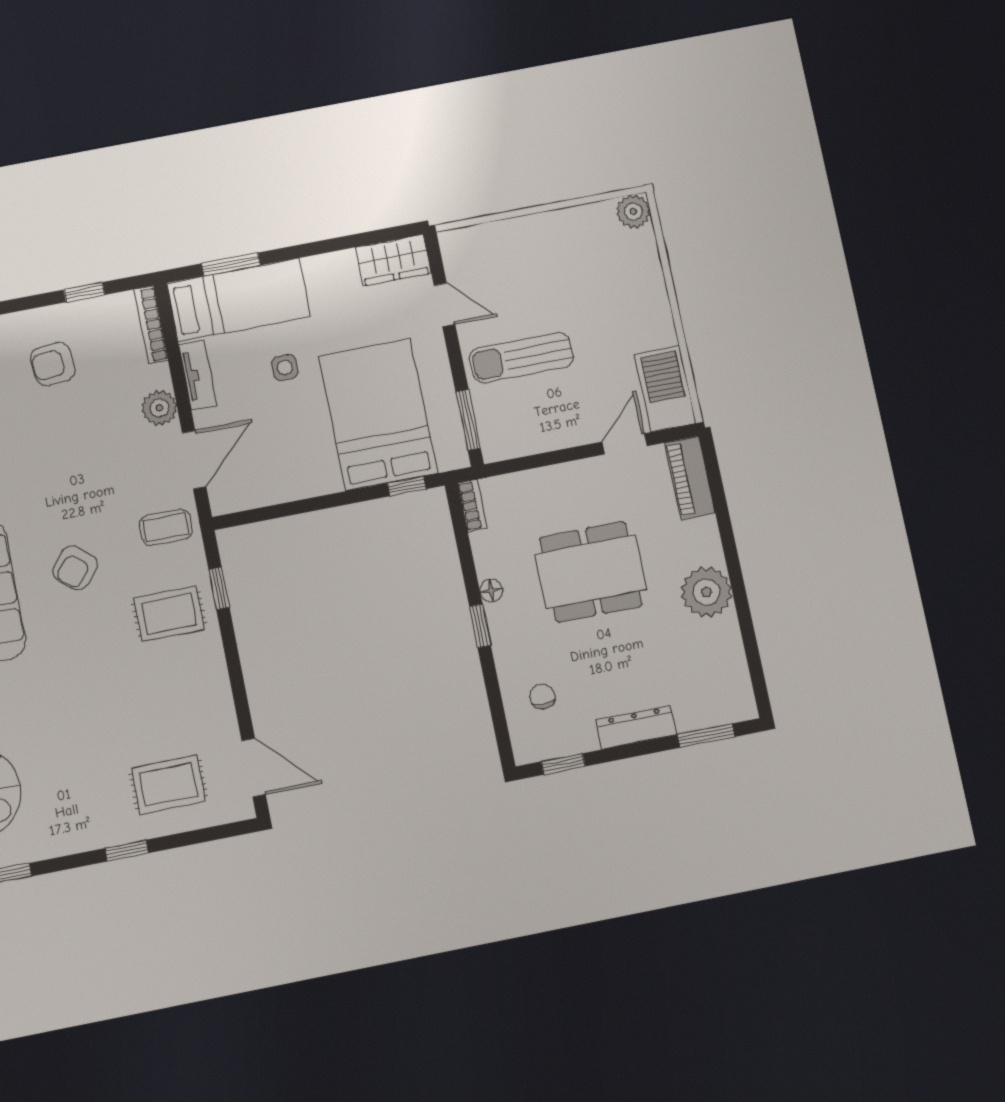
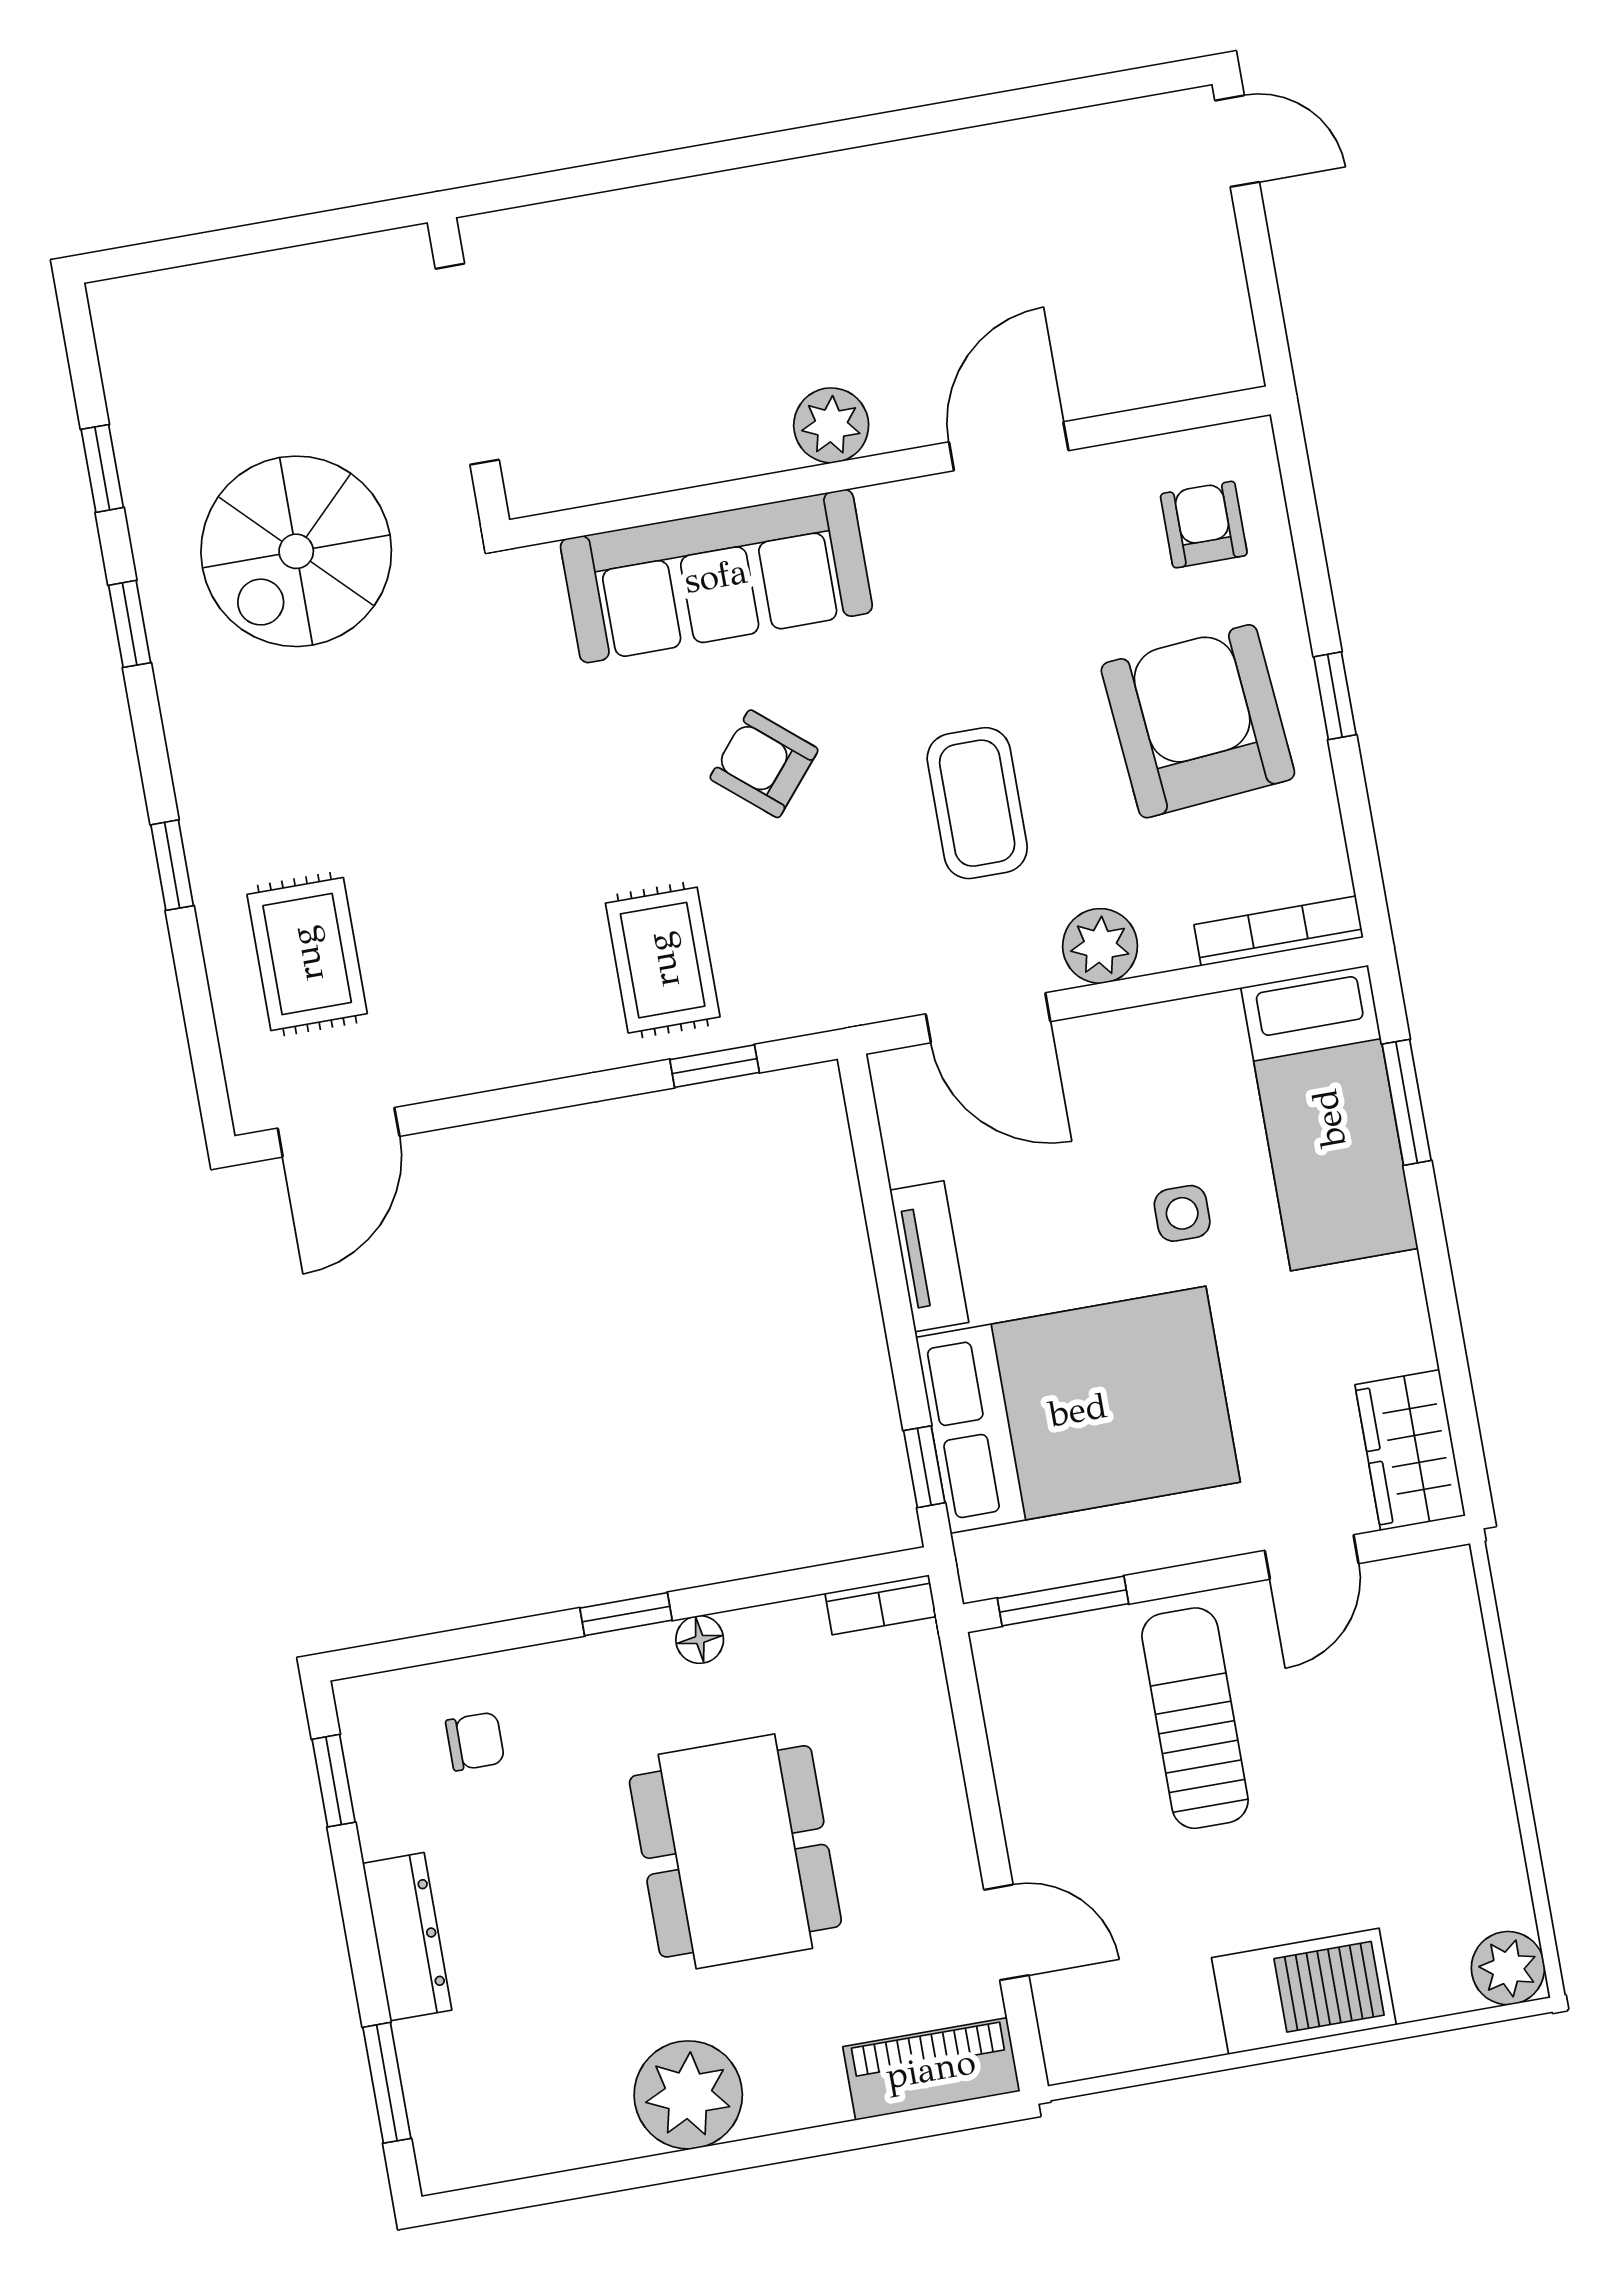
window: (84, 292) -> (1335, 696), moved
armchair: (53, 364) -> (1198, 721), width x1.88, depth x1.88
tv unit: (198, 375) -> (929, 1256), moved, turned -90
barbecue: (665, 389) -> (1304, 1991), moved
coffee table: (166, 527) -> (977, 803), moved, width x1.36, depth x1.30

